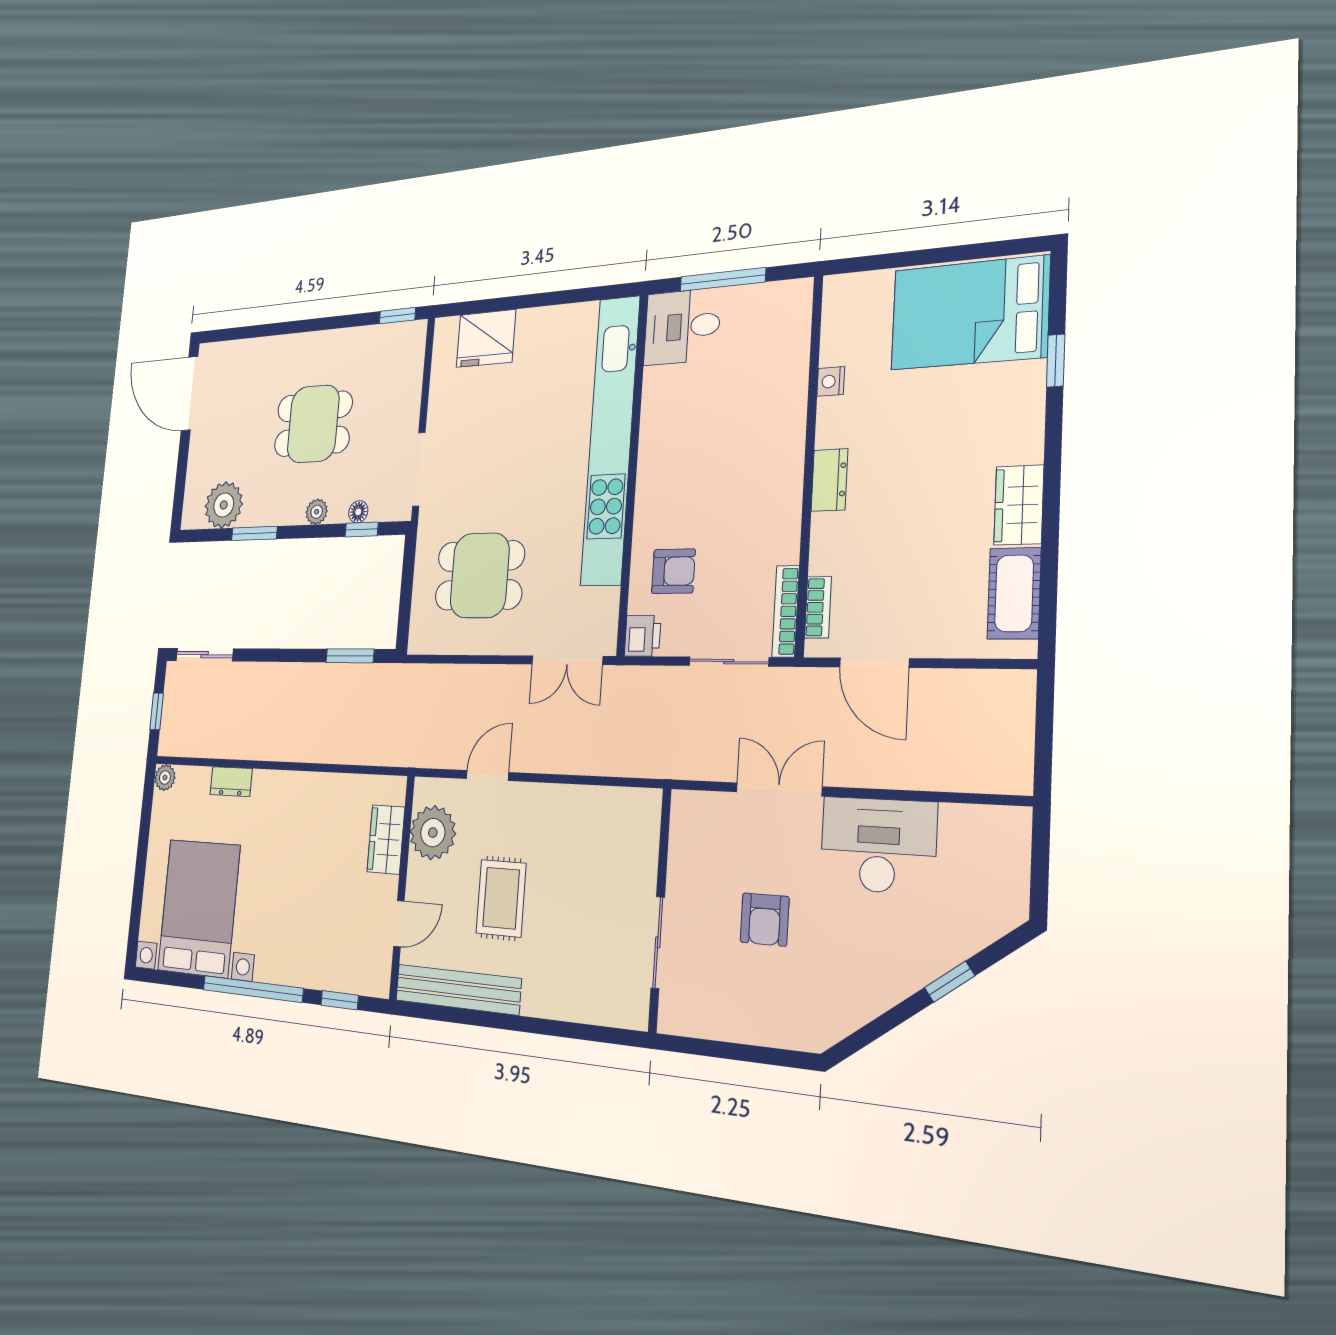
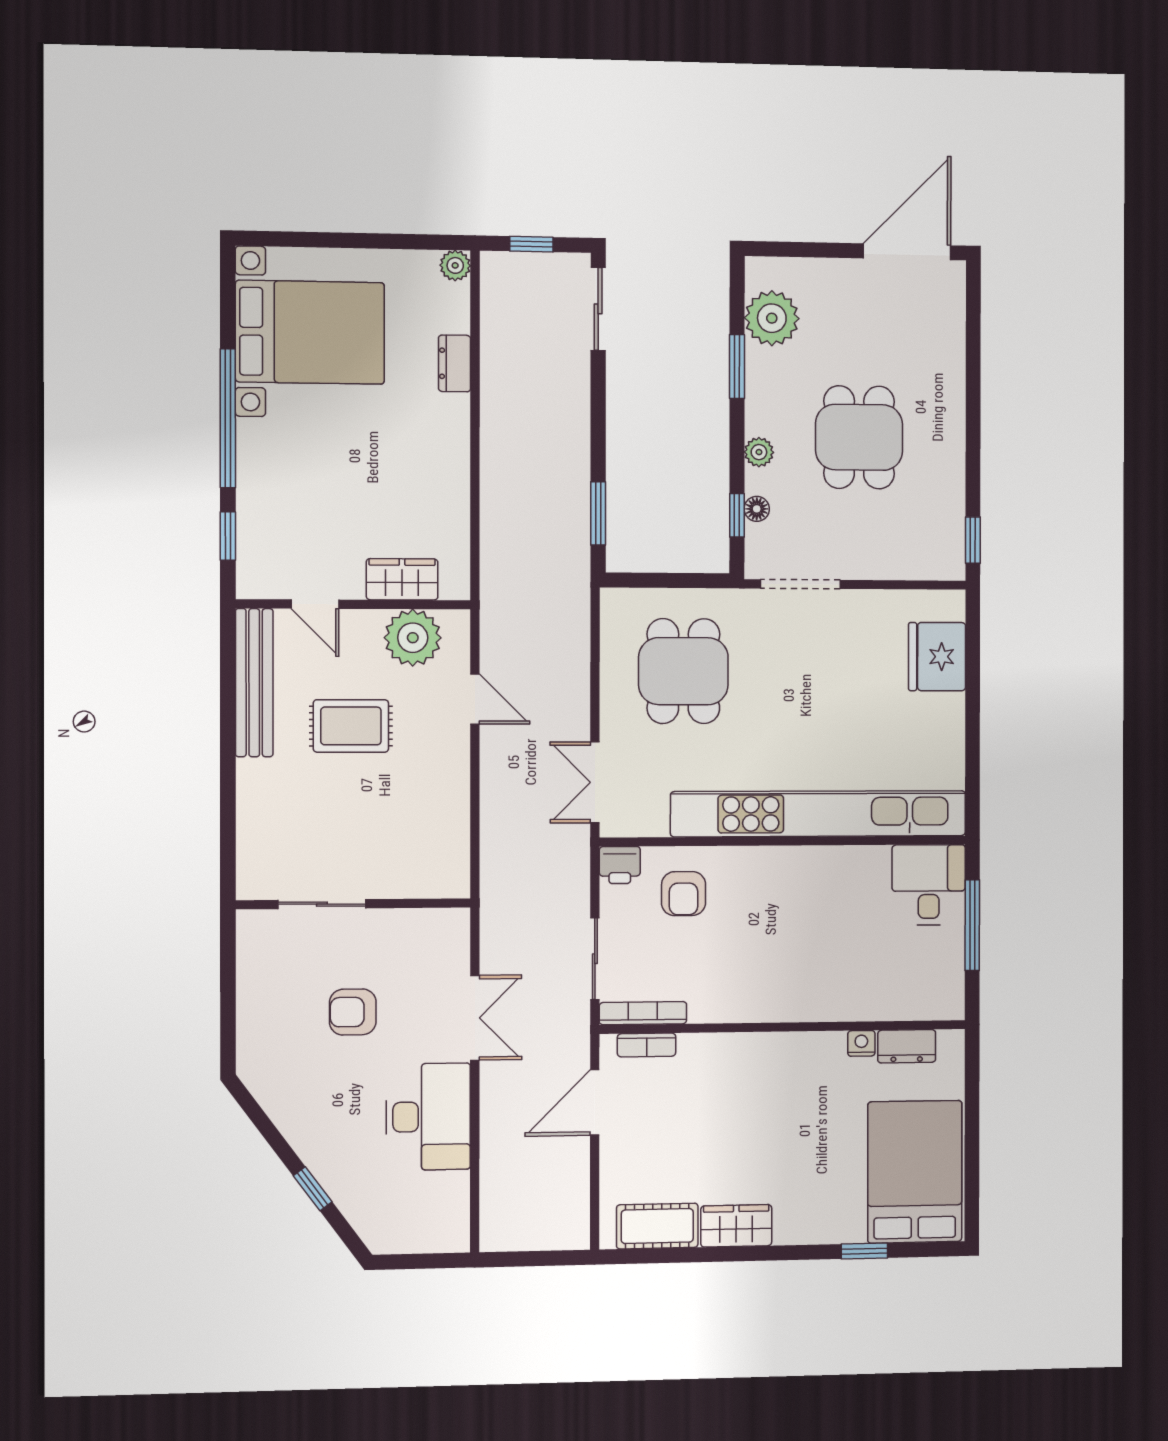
dresser: (829, 480) -> (907, 1046), moved

